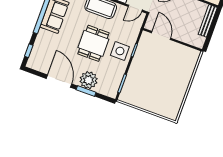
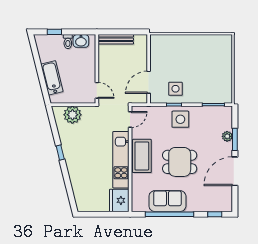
door: (135, 8) -> (130, 120), hinge flipped
dining table: (93, 43) -> (180, 162), moved
side table: (147, 56) -> (175, 89), added
plant: (89, 80) -> (227, 136), width x0.53, depth x0.53

